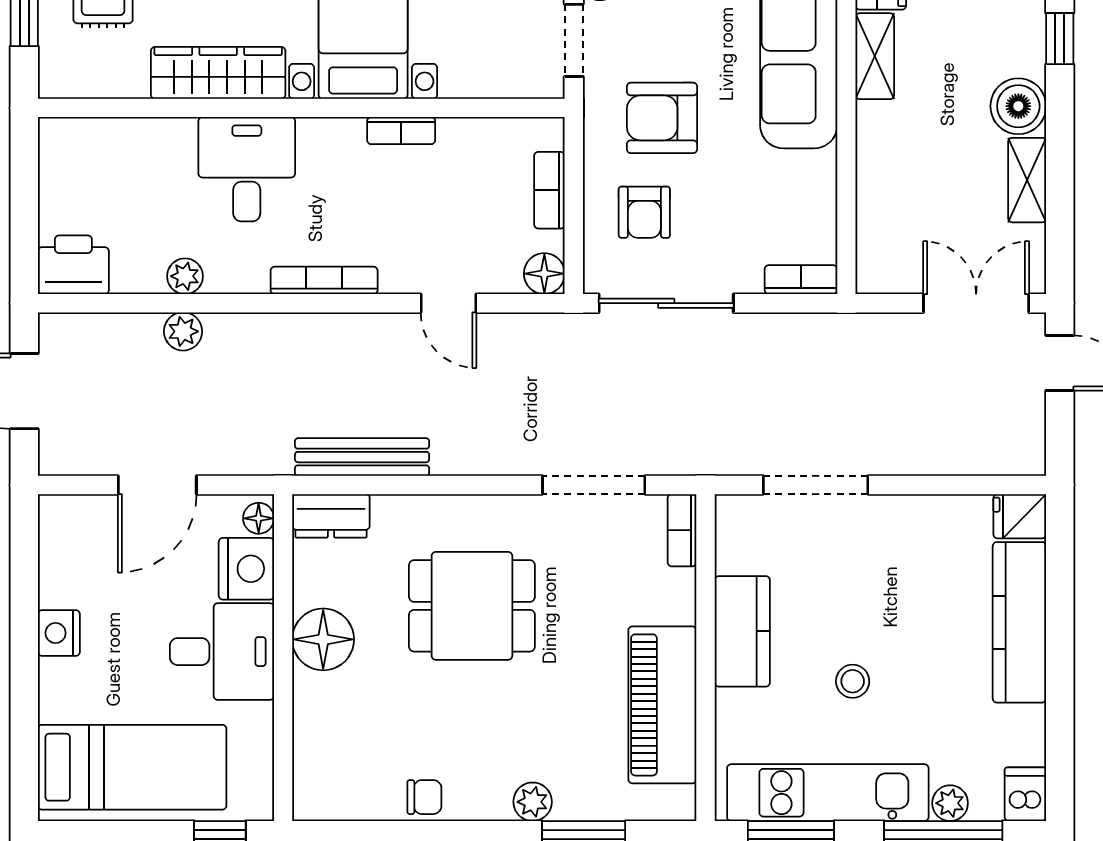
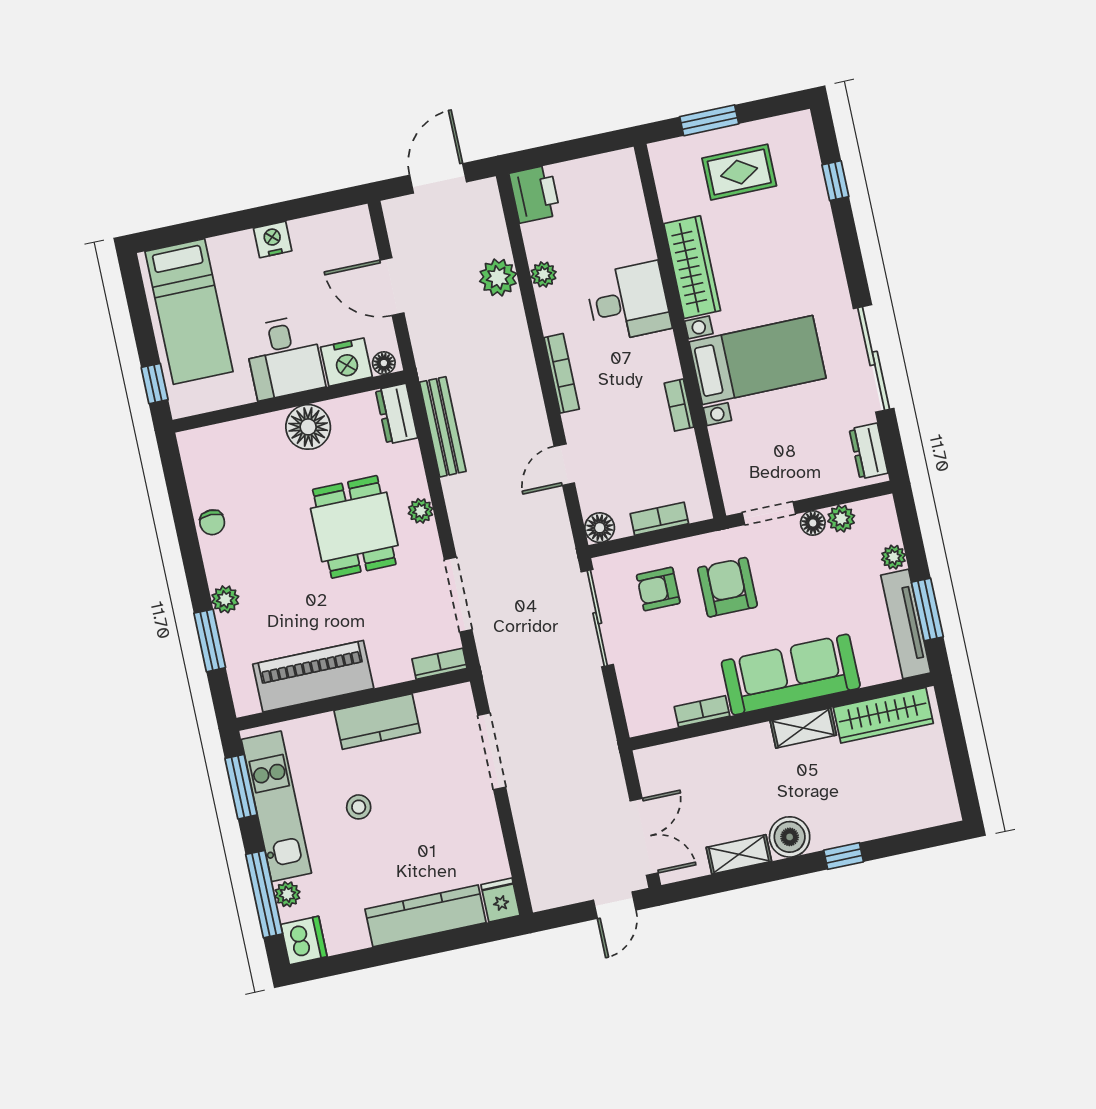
bookcase: (801, 280) -> (702, 711), moved, turned -90
plant: (183, 331) -> (498, 277), width x1.38, depth x1.38
plant: (470, 511) -> (421, 511), added
dishwasher: (1025, 794) -> (304, 940), width x1.38

